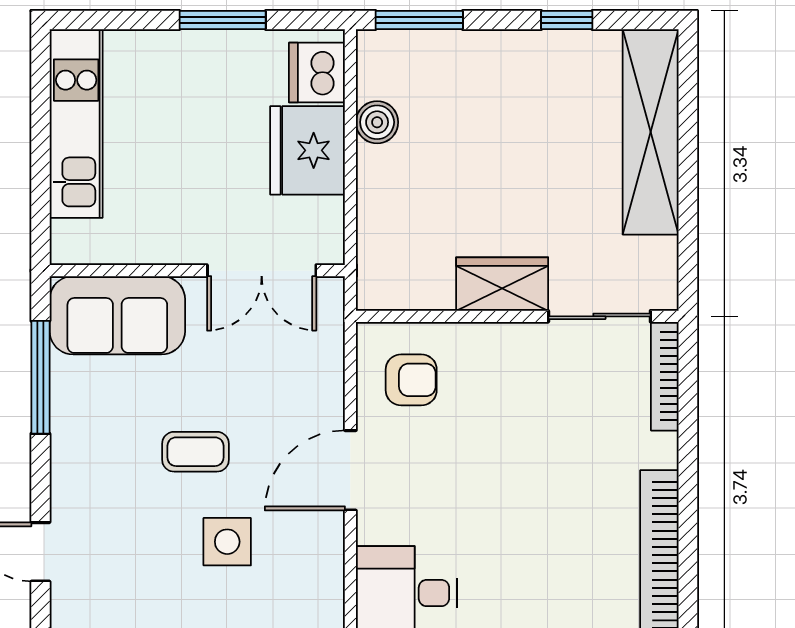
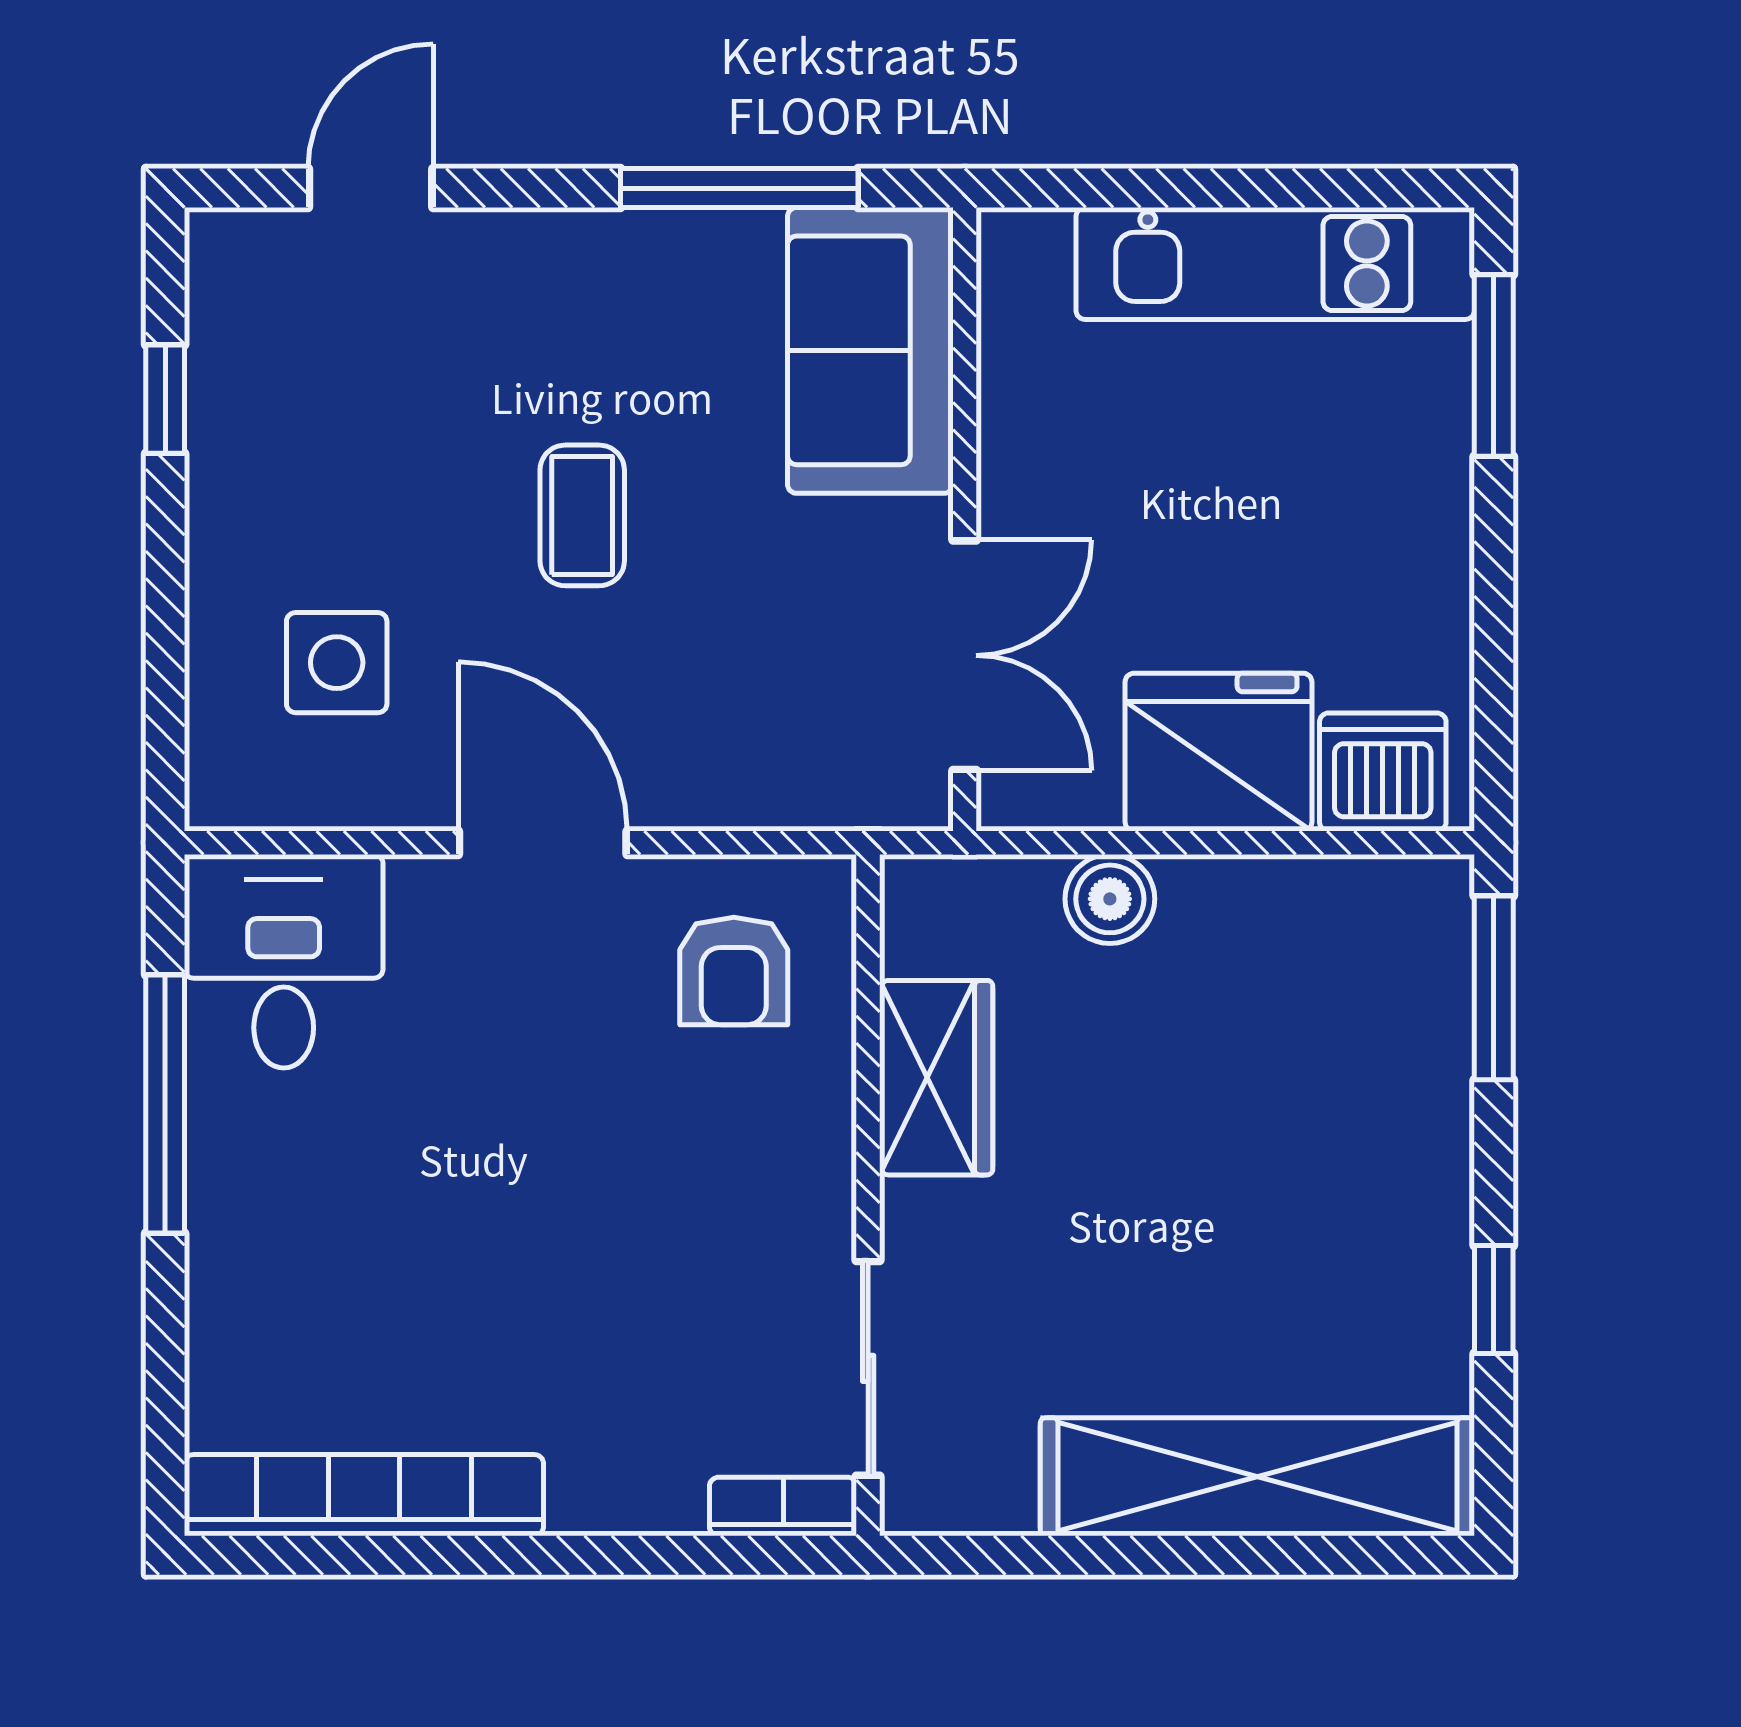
window: (223, 20) -> (1494, 366), moved
boiler: (377, 122) -> (1110, 899), moved
double door: (262, 271) -> (965, 655), swing flipped
wardrobe: (502, 284) -> (936, 1078), moved
bookcase: (665, 376) -> (783, 1507), width x0.64
side table: (227, 542) -> (337, 663), moved

